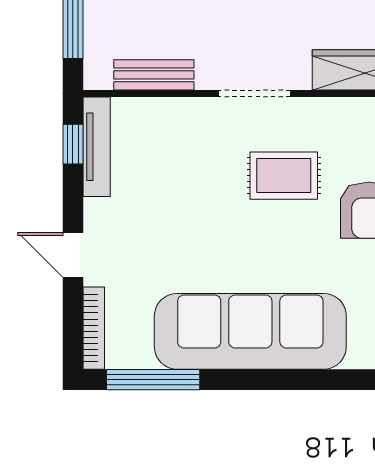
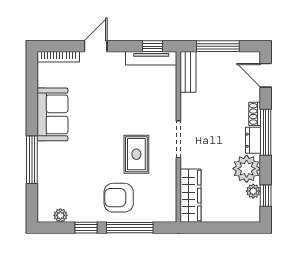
bench: (154, 75) -> (188, 72), moved
sofa: (250, 331) -> (52, 114), width x0.54, depth x0.79
window: (153, 380) -> (32, 160), moved

